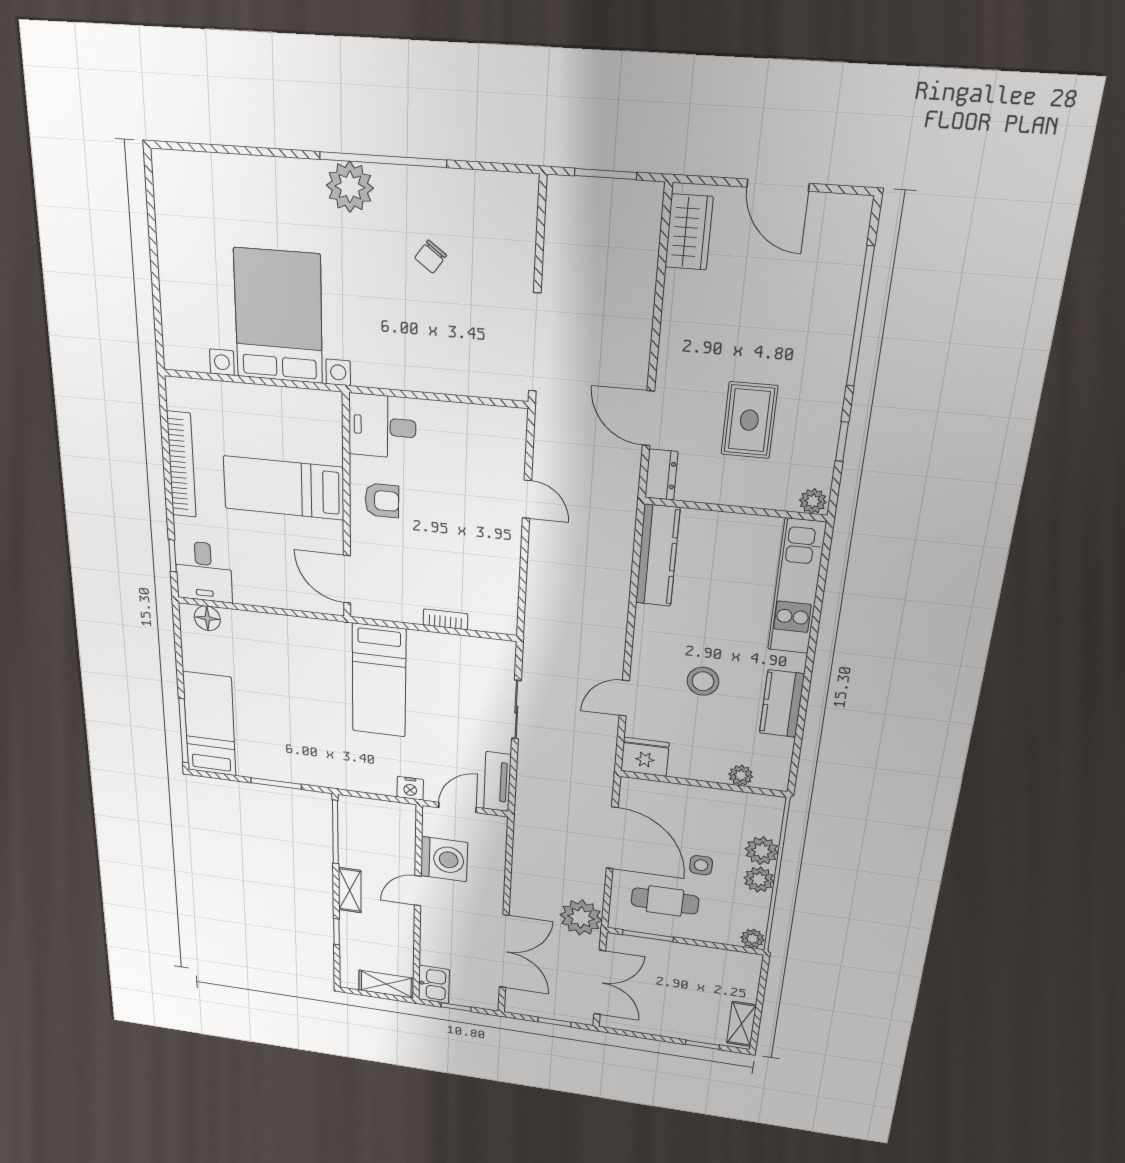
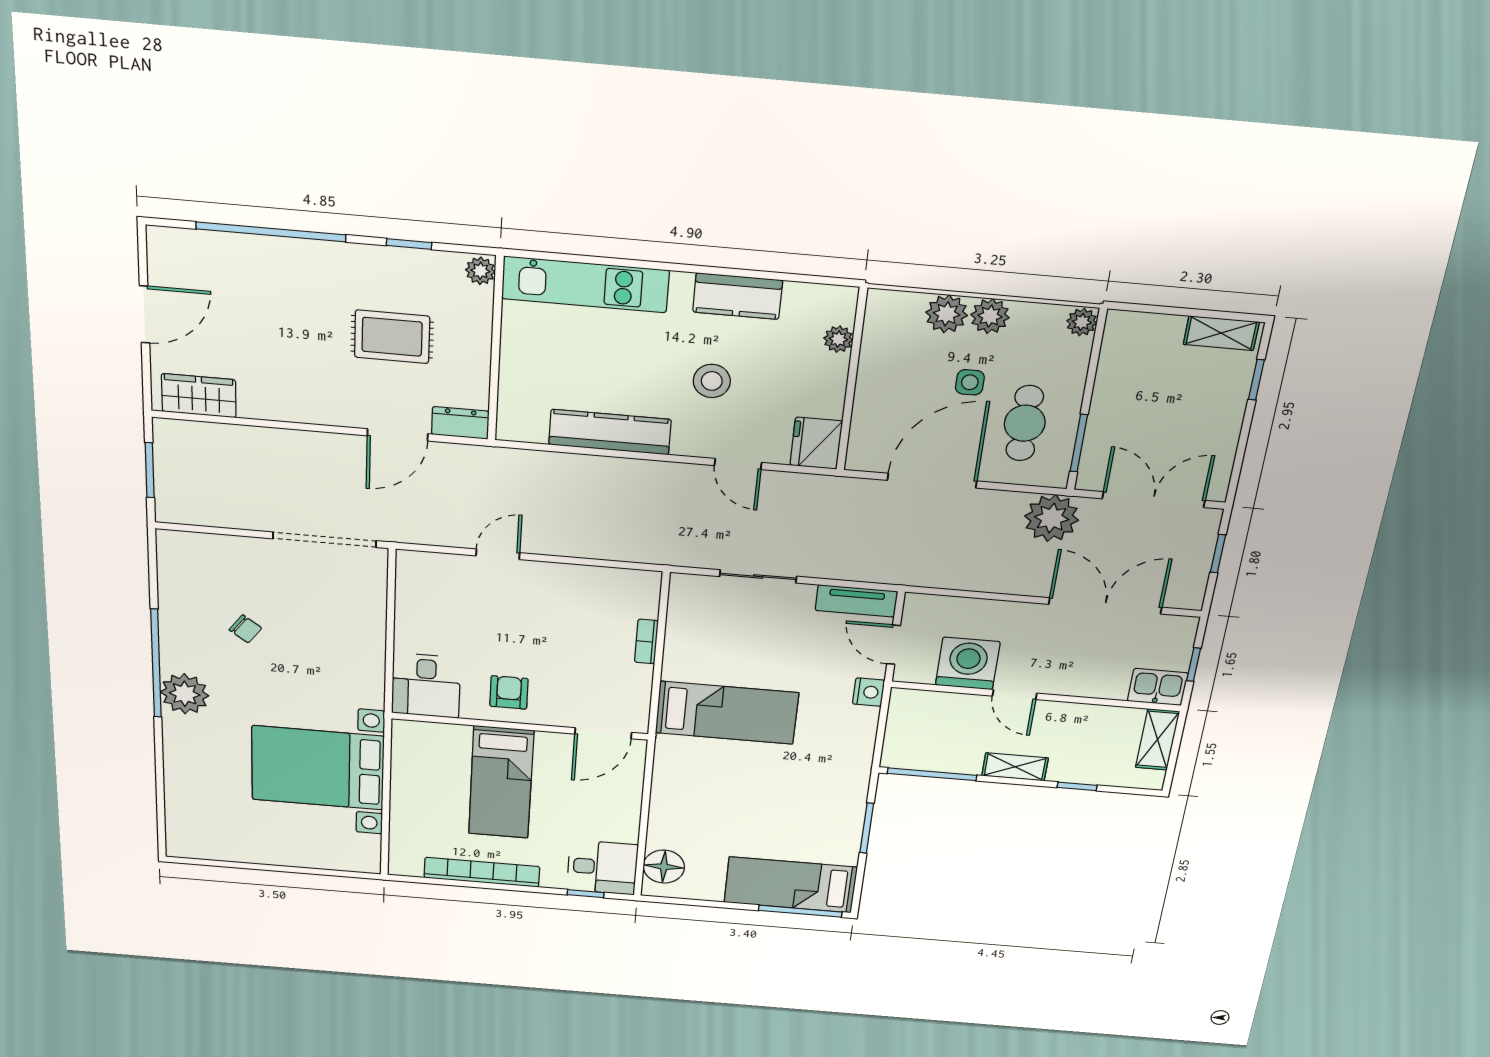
kitchen counter: (658, 556) -> (610, 432), moved
floor lamp: (207, 618) -> (664, 867), width x1.38, depth x1.38

